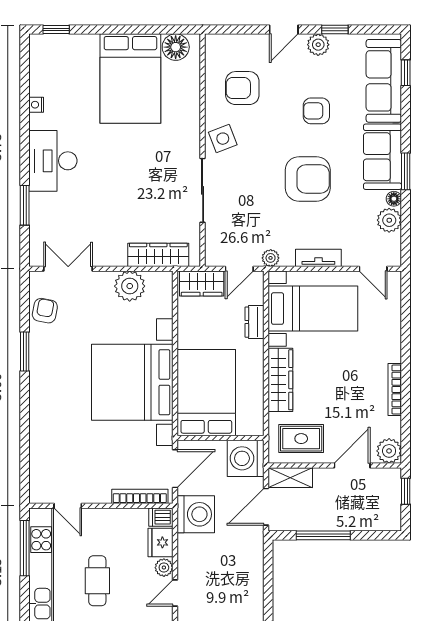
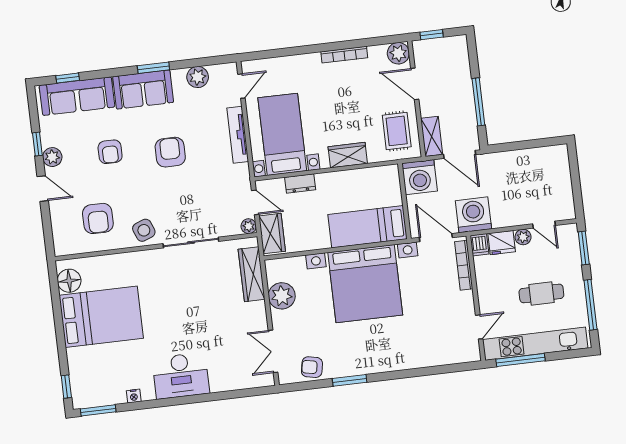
armchair: (308, 179) -> (170, 152), width x0.73, depth x0.73
floor lamp: (394, 199) -> (178, 75), removed
window: (25, 205) -> (98, 410), moved
plant: (271, 258) -> (249, 226), moved
tv unit: (318, 258) -> (238, 135), width x1.41
wardrobe: (280, 380) -> (348, 155), width x0.67
bed: (206, 393) -> (368, 227), width x0.67

